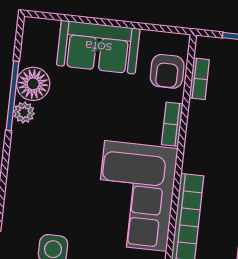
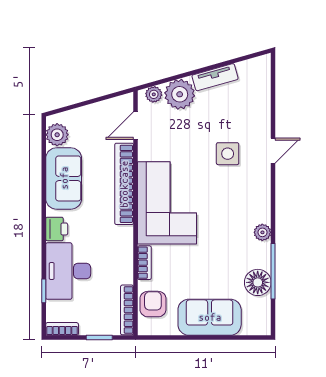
bookcase: (199, 79) -> (127, 310), width x1.56
plant: (24, 112) -> (262, 232), moved

